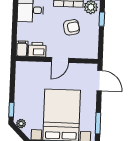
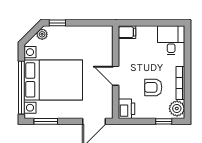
armchair: (71, 27) -> (153, 87), turned 102
printer: (37, 50) -> (127, 109), moved

